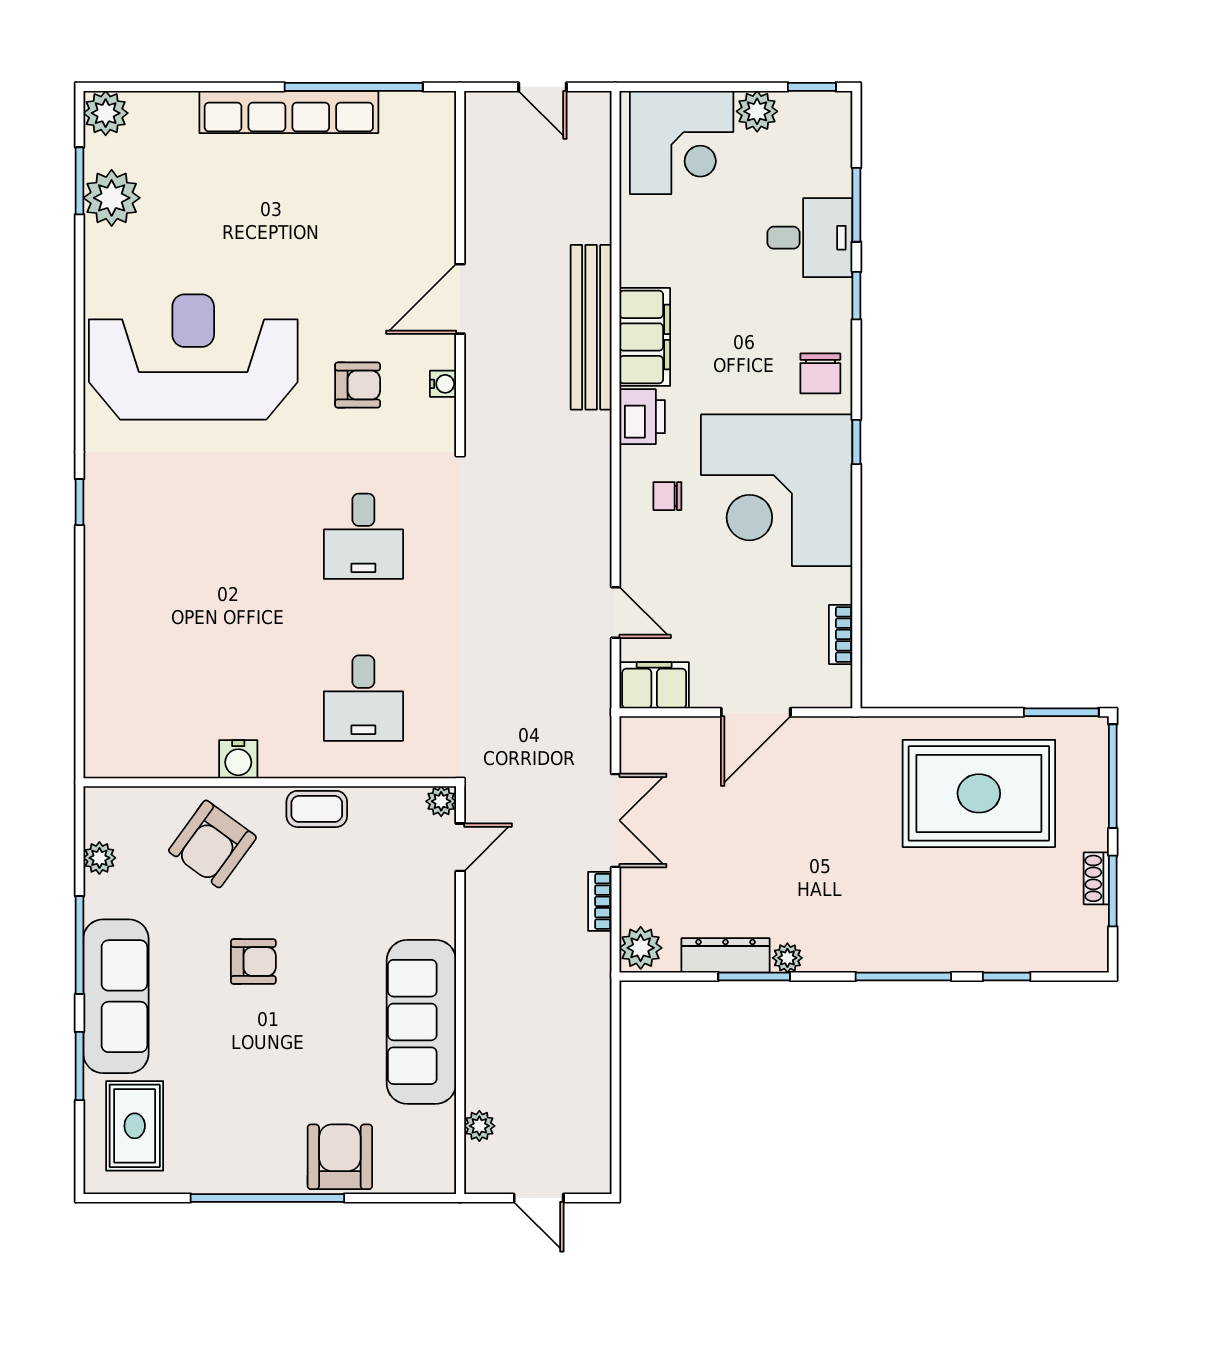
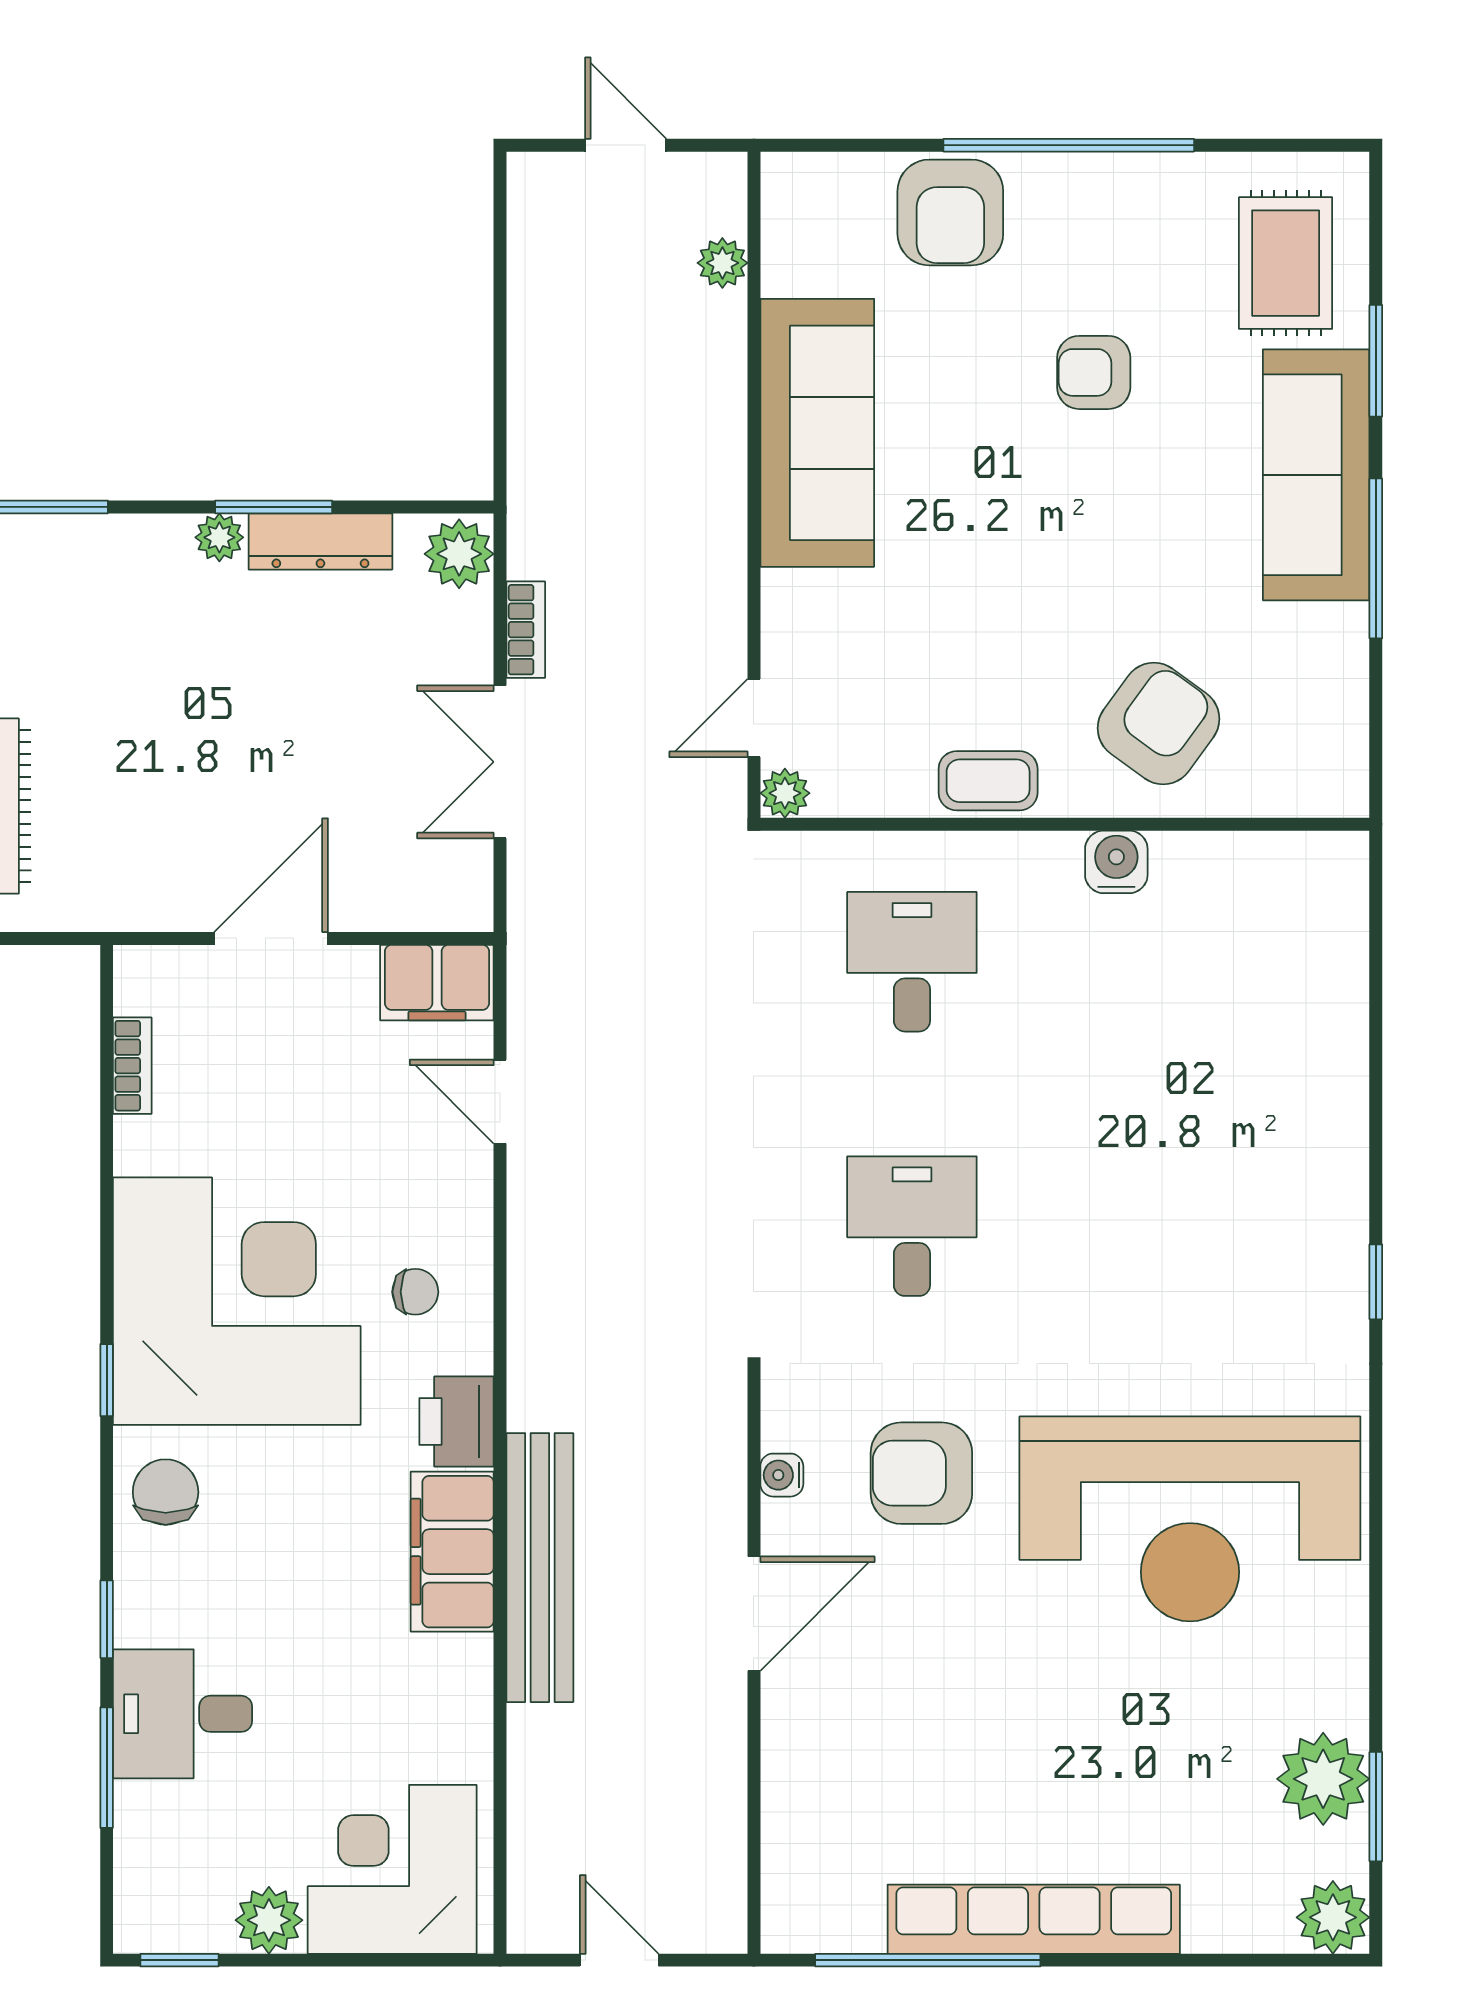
armchair: (358, 385) -> (921, 1473), width x1.38, depth x1.38
plant: (99, 858) -> (1343, 701), removed
armchair: (253, 962) -> (1094, 372), moved

